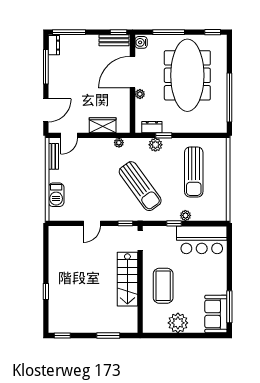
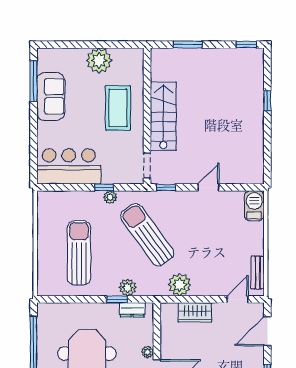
plant: (119, 143) -> (180, 285), width x1.87, depth x1.87
barbecue: (56, 195) -> (254, 206), moved
plant: (185, 215) -> (110, 197), moved
sofa: (216, 314) -> (51, 96), moved

